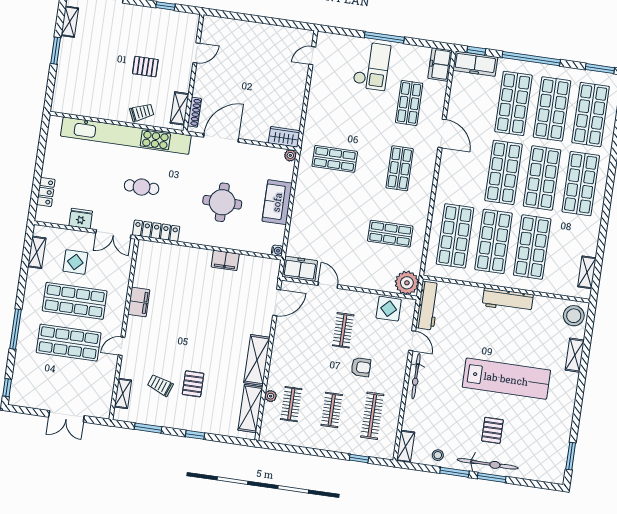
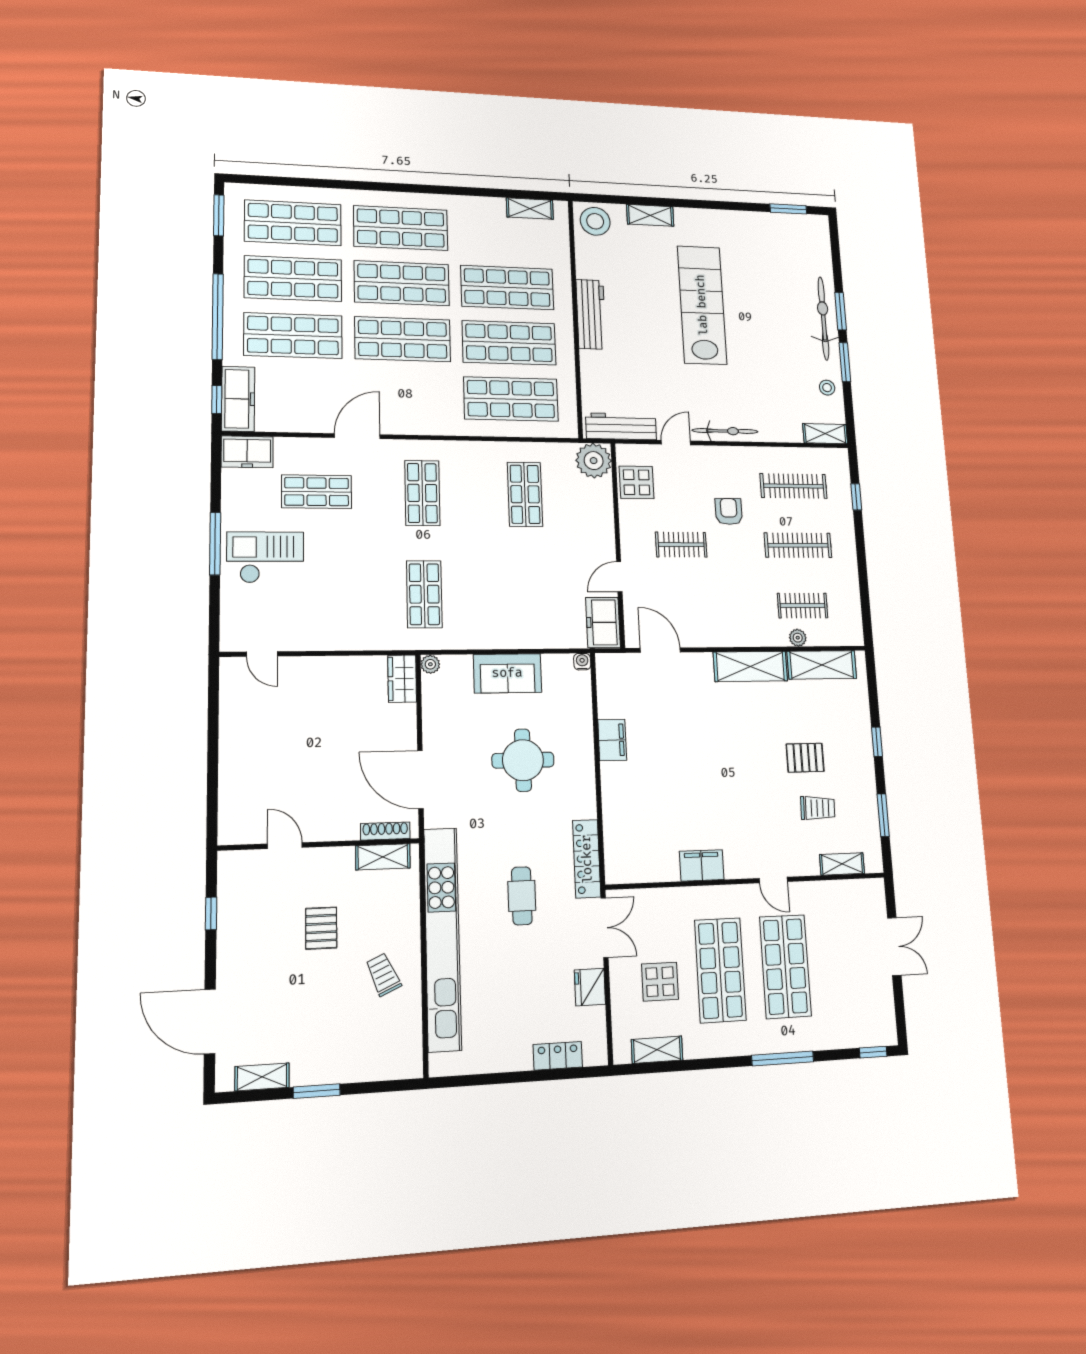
trolley: (142, 112) -> (383, 975), moved
shop shelf: (400, 168) -> (422, 493), turned 90
trolley: (160, 385) -> (818, 808), turned -108
clothes rail: (332, 410) -> (798, 545), width x1.36
pallet: (492, 430) -> (777, 317), removed

